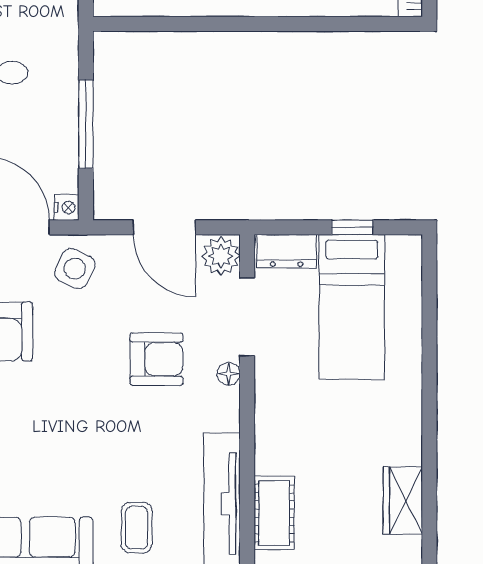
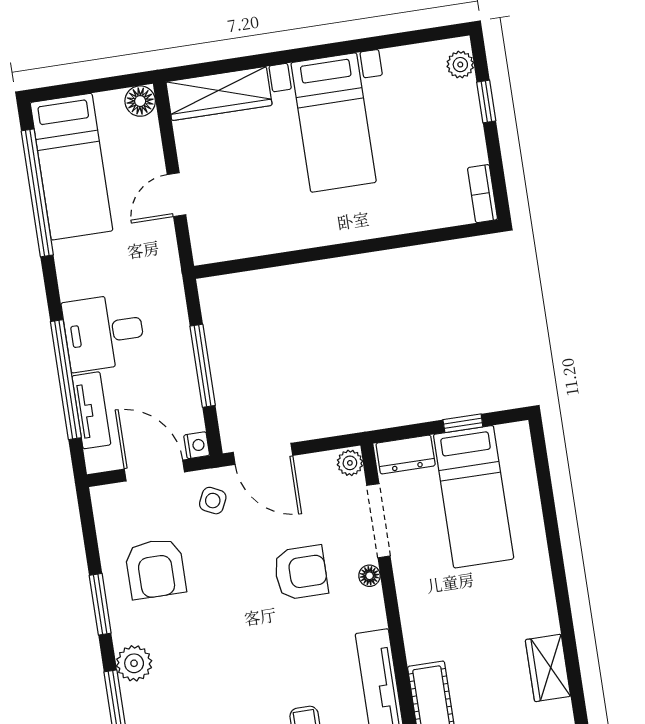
door: (164, 227) -> (263, 454), moved
plant: (221, 256) -> (350, 463), width x0.73, depth x0.73
side table: (75, 269) -> (213, 501), width x0.73, depth x0.73

